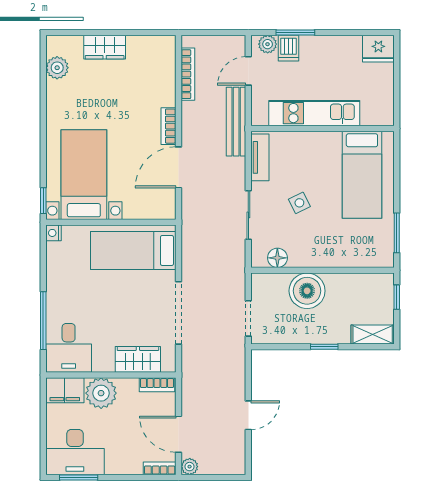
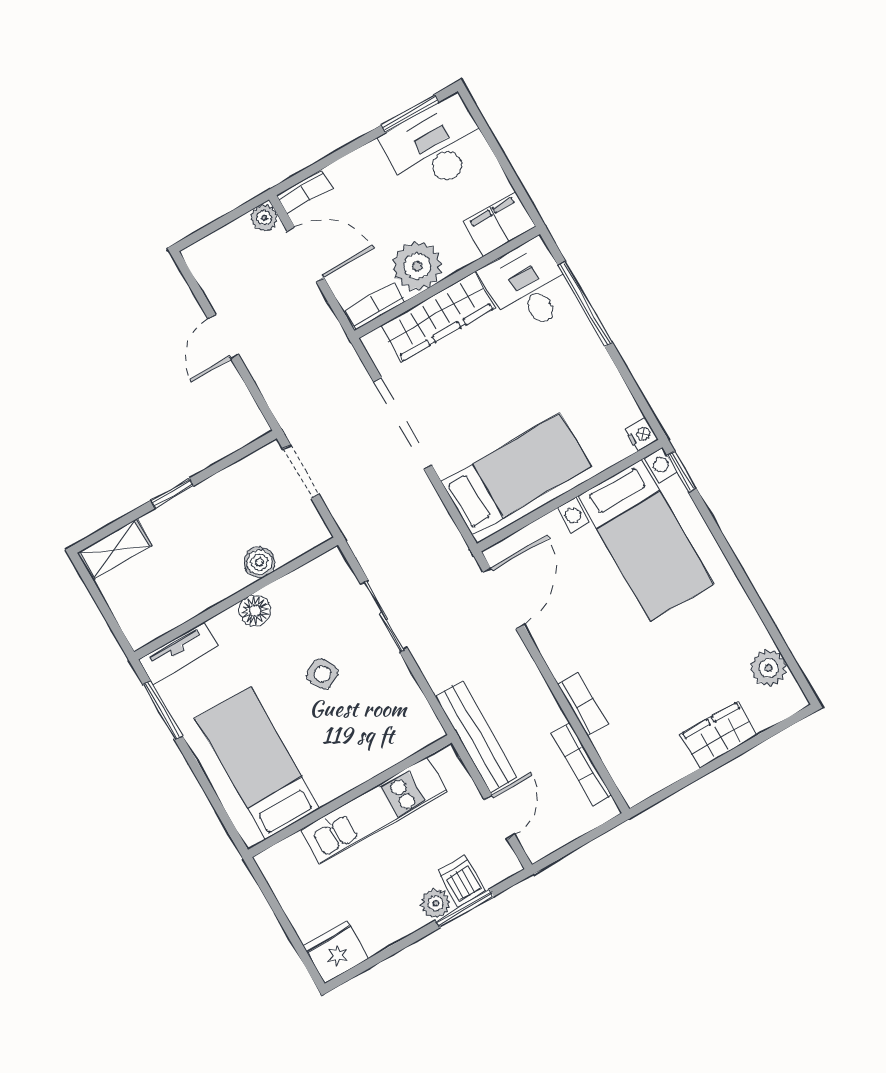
plant: (268, 44) -> (436, 903), moved
bookcase: (169, 126) -> (583, 704), moved
tv unit: (260, 157) -> (178, 653), moved, turned -90
door: (179, 167) -> (503, 598), moved
floor lamp: (277, 258) -> (255, 611), moved
boiler: (307, 291) -> (259, 562), width x0.54, depth x0.54
window: (397, 297) -> (111, 620), removed
wardrobe: (138, 359) -> (438, 317), width x1.50
plant: (101, 393) -> (417, 266), moved

